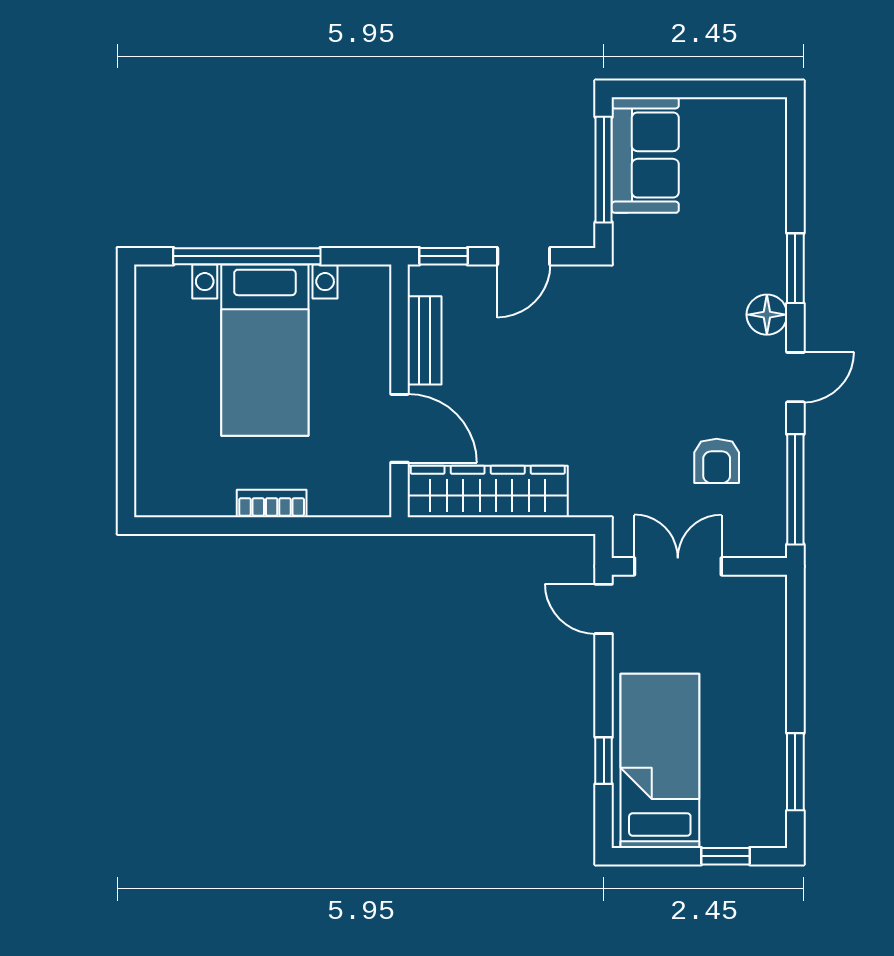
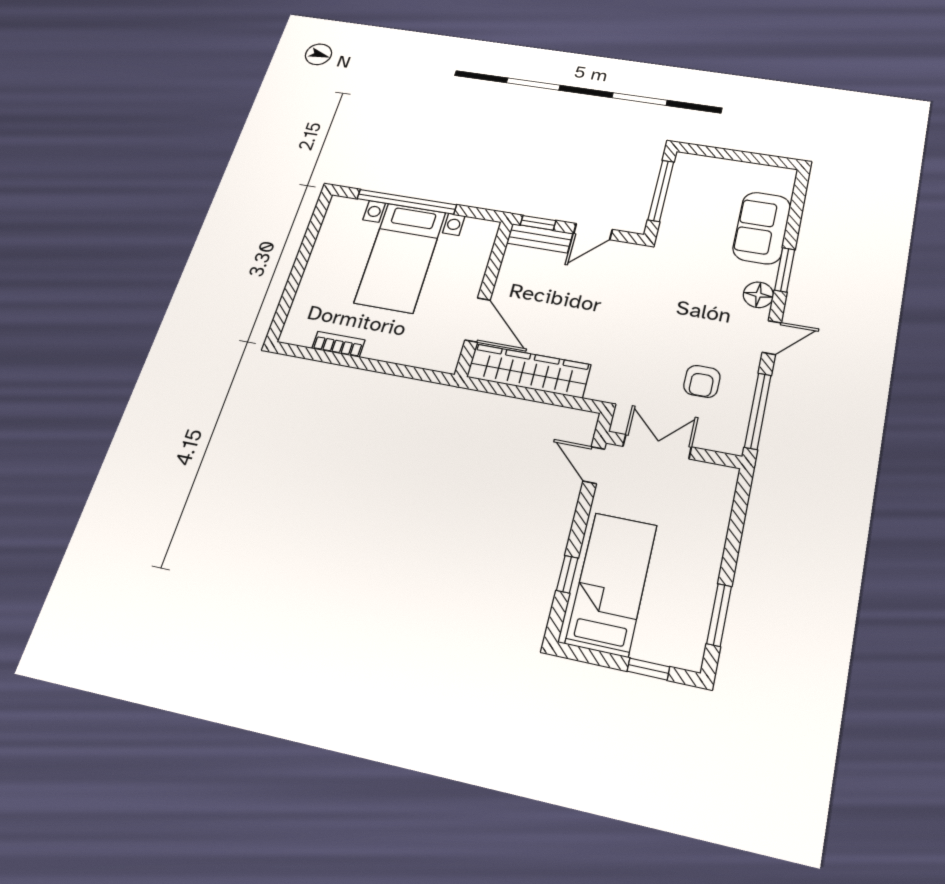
sofa: (645, 155) -> (762, 228), moved, turned 180
bench: (425, 340) -> (540, 238), moved, turned 90
bookcase: (272, 504) -> (338, 344), moved

